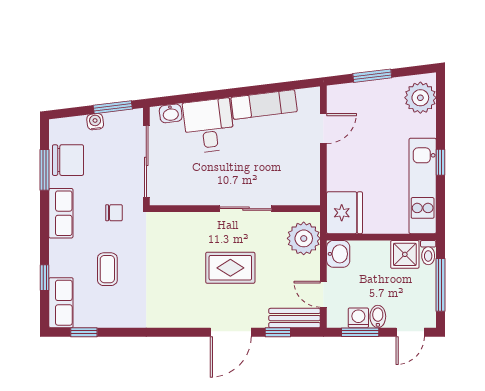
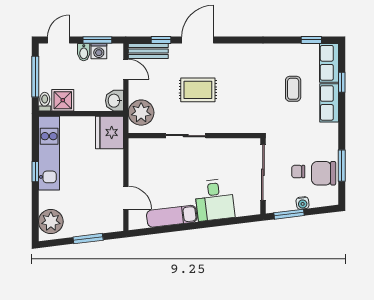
washbasin: (171, 113) -> (244, 209), removed
door: (323, 129) -> (126, 198), swing flipped
row of seats: (61, 213) -> (329, 103), moved
chair: (114, 213) -> (298, 172), moved

